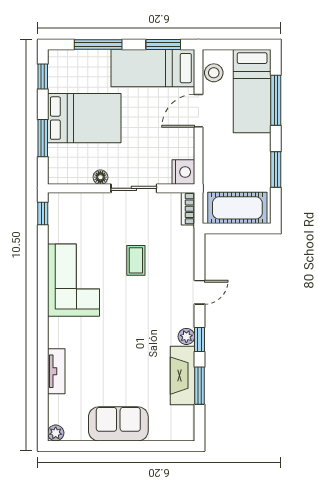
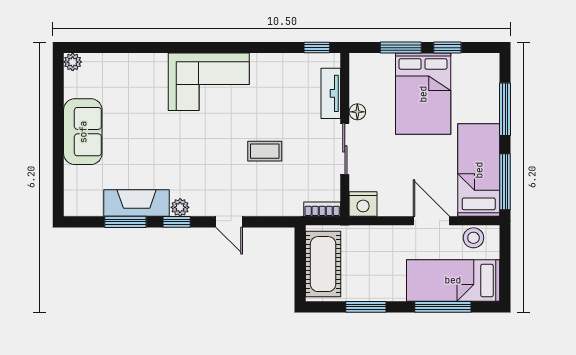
window: (163, 44) -> (505, 182), width x1.44
window: (43, 76) -> (447, 48), moved
corner sofa: (74, 280) -> (209, 82), moved
tv unit: (56, 371) -> (331, 93), moved, turned 90

